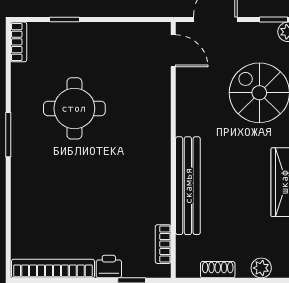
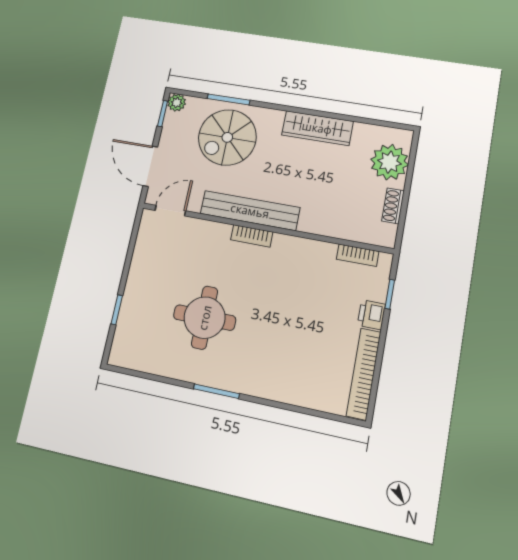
bookcase: (19, 42) -> (252, 236), moved, turned 180
bench: (188, 186) -> (250, 211), moved
plant: (261, 268) -> (389, 162), width x1.88, depth x1.88

